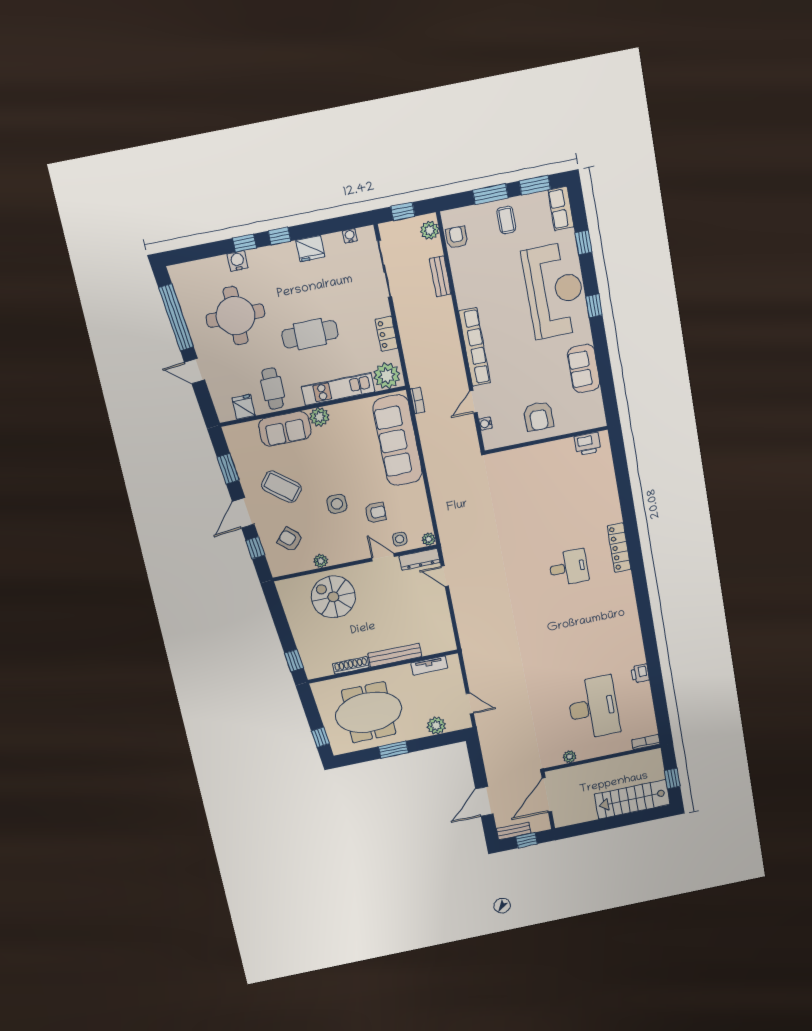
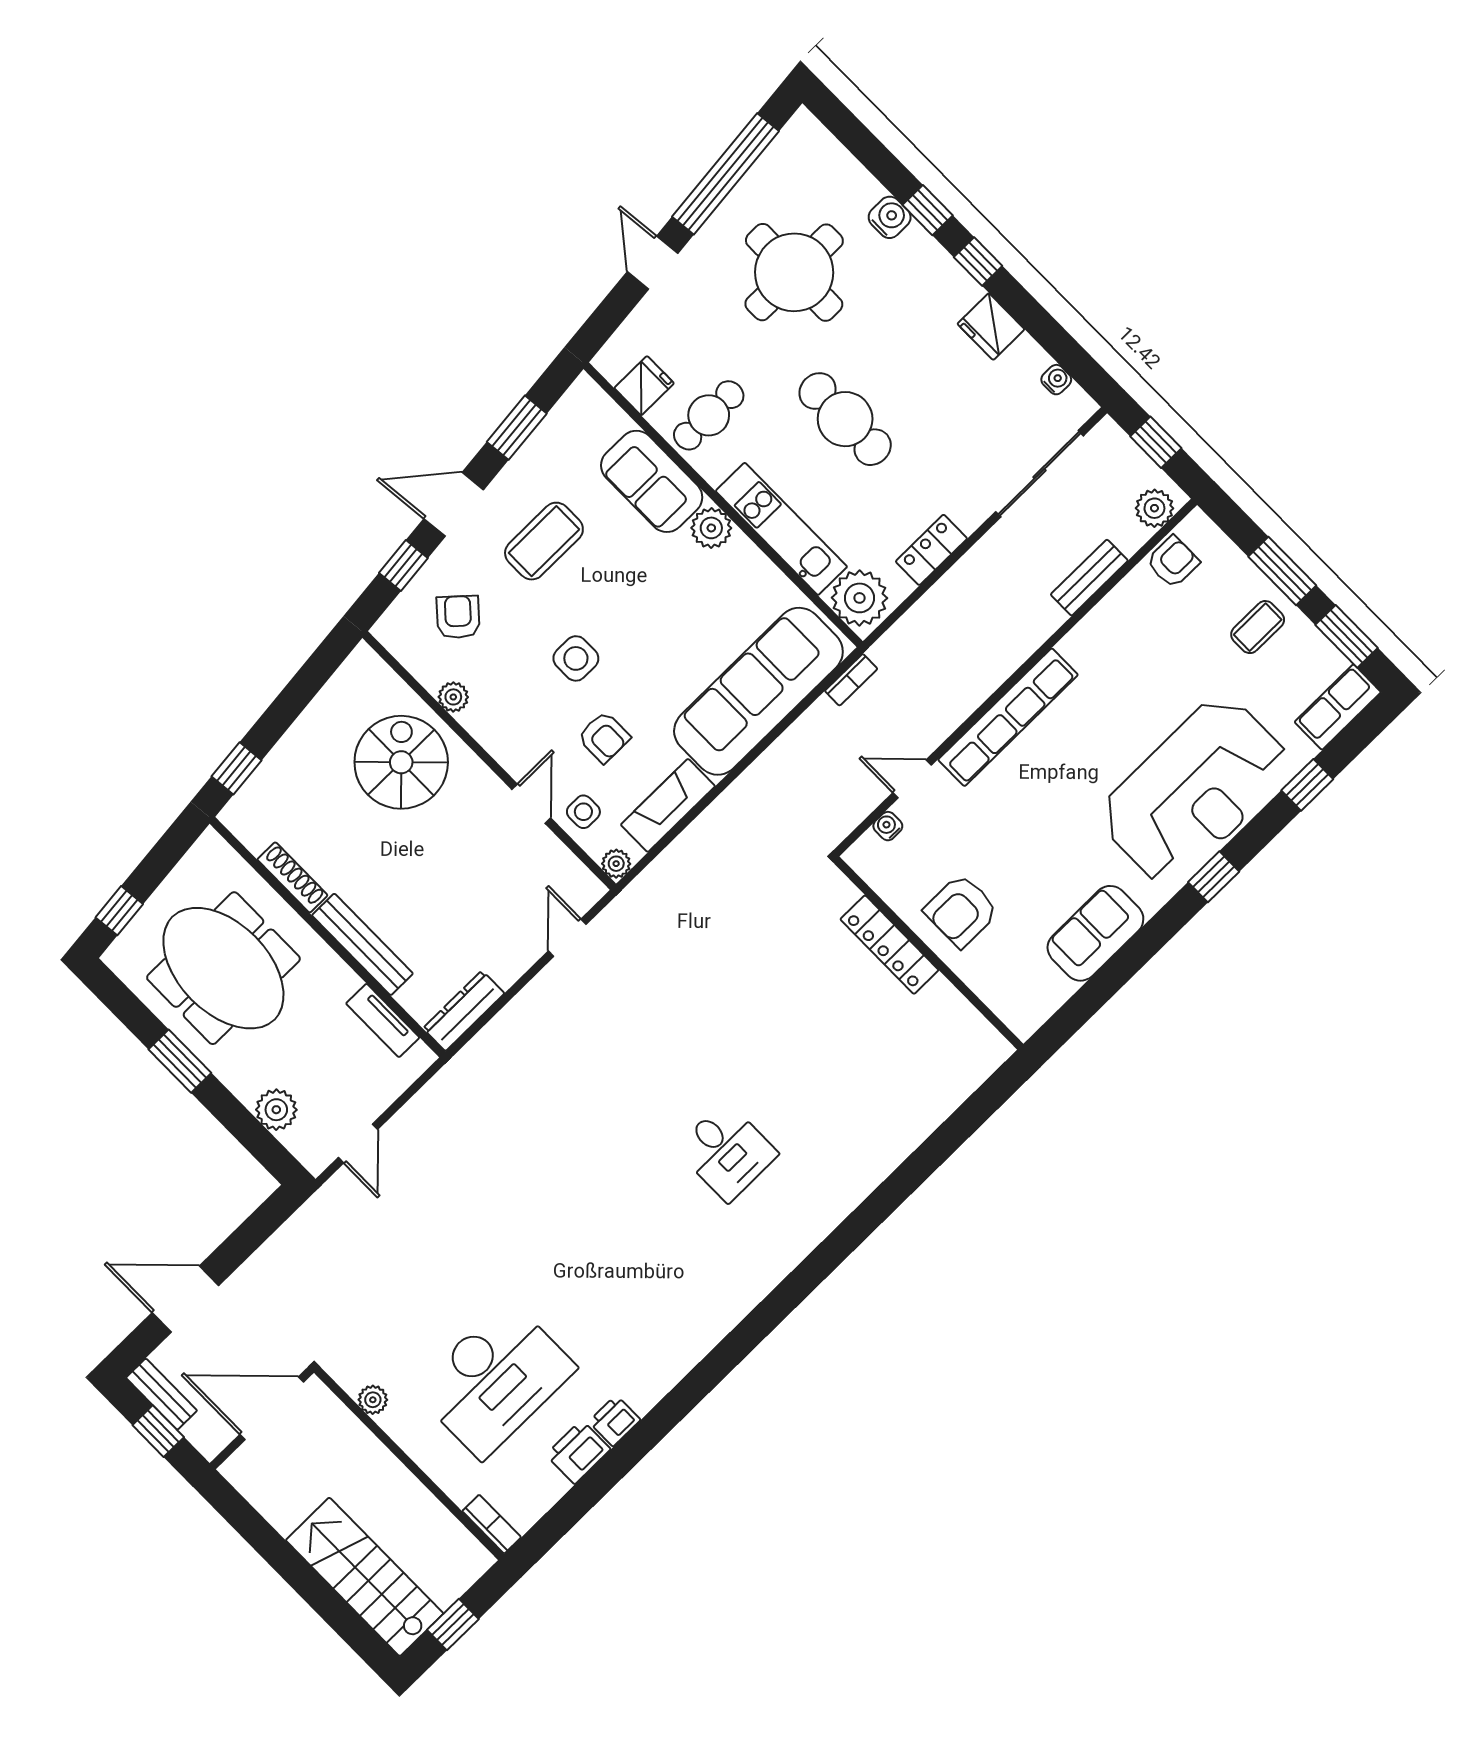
printer: (588, 444) -> (578, 1452), moved, turned 90
coffee table: (281, 487) -> (544, 541), turned 51
fireplace: (419, 505) -> (668, 805), added
locker: (619, 548) -> (889, 945), moved, turned -90
dresser: (420, 559) -> (464, 1011), moved, turned 90

